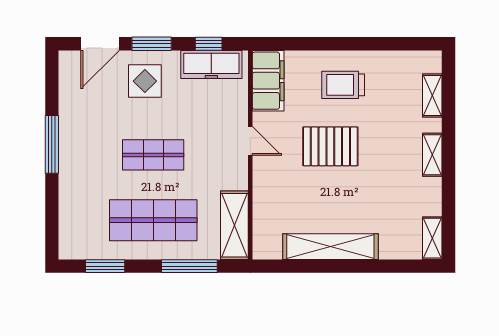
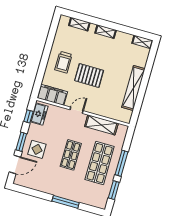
door: (100, 44) -> (15, 164), hinge flipped
freezer: (211, 64) -> (39, 114), width x0.71
window: (52, 144) -> (66, 202), moved
pallet: (330, 146) -> (89, 76), turned 90
shelving: (234, 225) -> (101, 125), moved
window: (189, 266) -> (121, 163), moved

